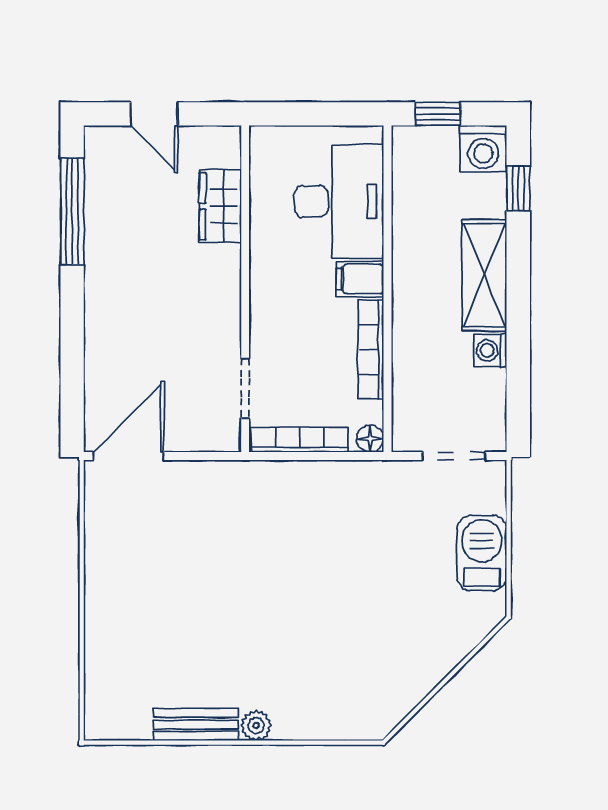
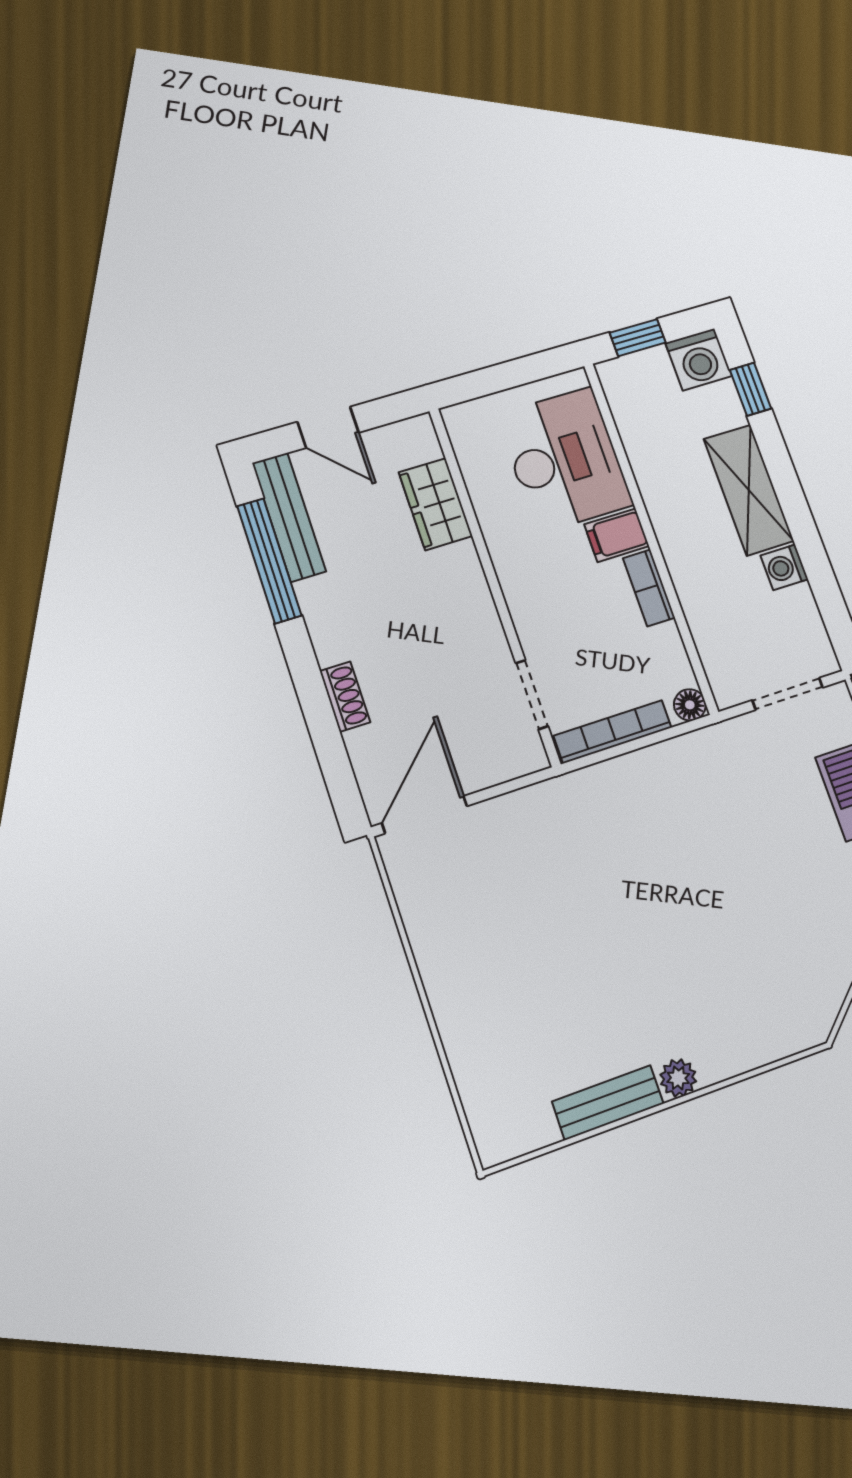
bench: (99, 180) -> (289, 517), added
shoe rack: (97, 342) -> (345, 697), added
bookcase: (371, 350) -> (649, 588), width x0.64

